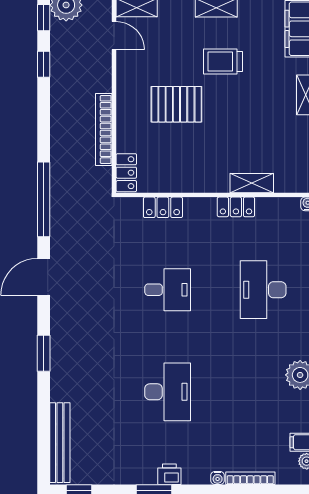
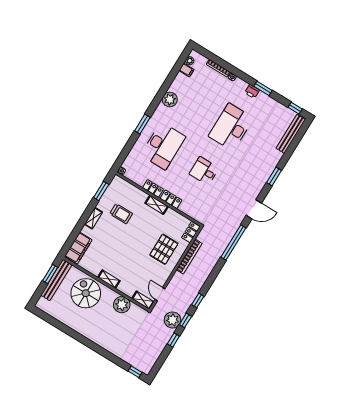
trolley: (223, 62) -> (121, 214), moved
pallet: (176, 104) -> (164, 249), moved, turned 90
shelving: (252, 183) -> (157, 205), moved
locker: (163, 207) -> (171, 199), moved
desk: (263, 290) -> (163, 146), width x1.36, depth x1.30
desk: (168, 392) -> (231, 127), width x1.36, depth x1.30

